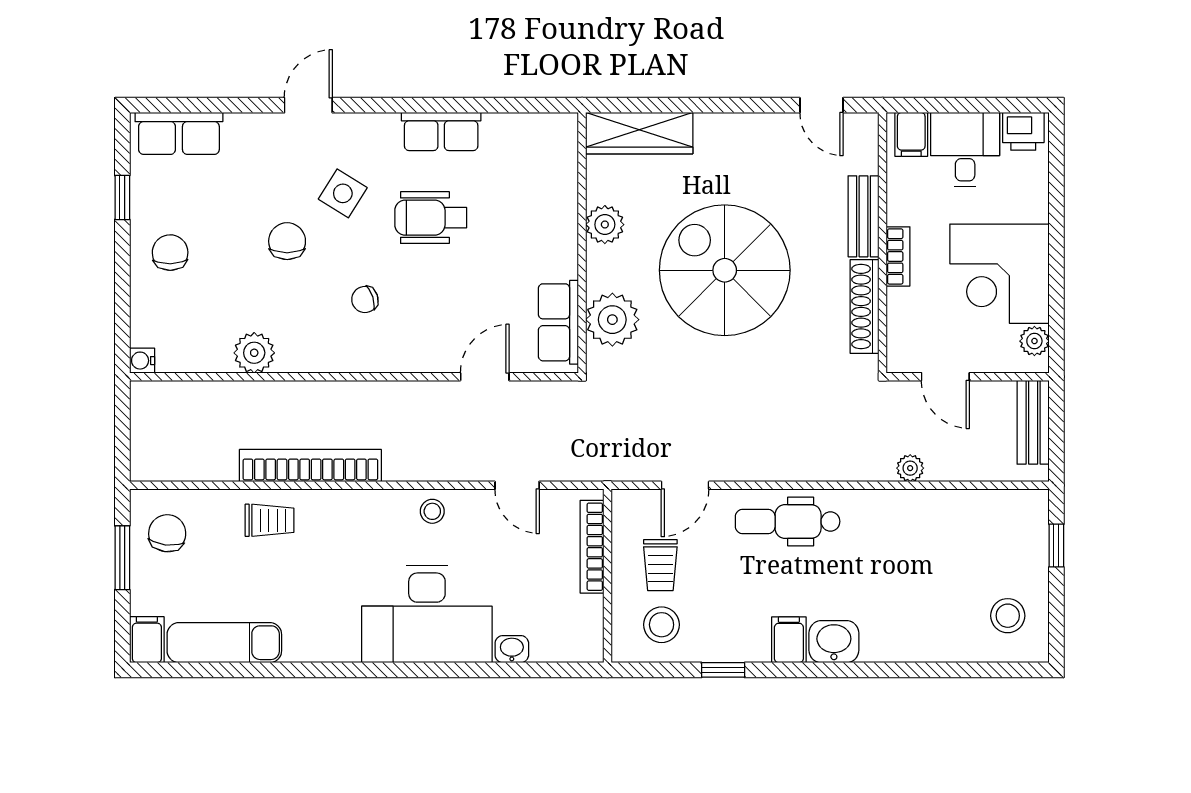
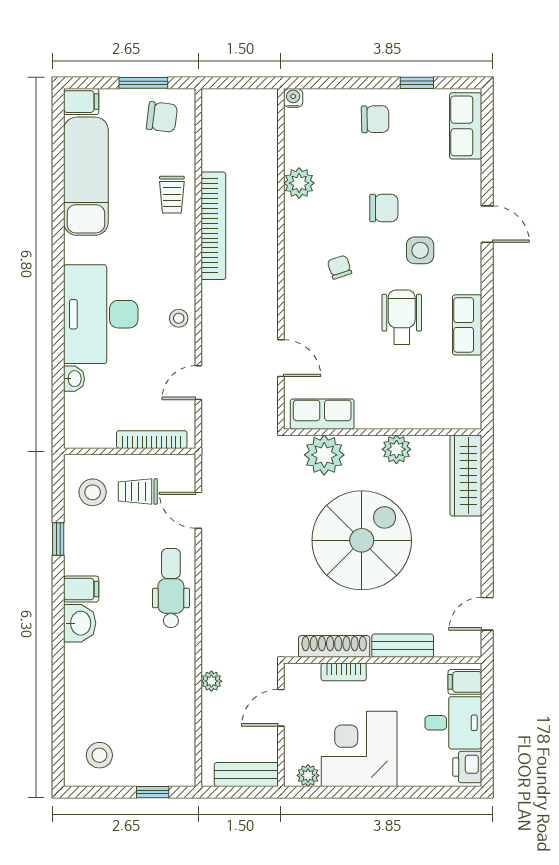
side table: (343, 193) -> (420, 250), turned -32
bookcase: (898, 256) -> (344, 672), moved
exam couch: (224, 643) -> (86, 176), width x1.36, depth x1.45

